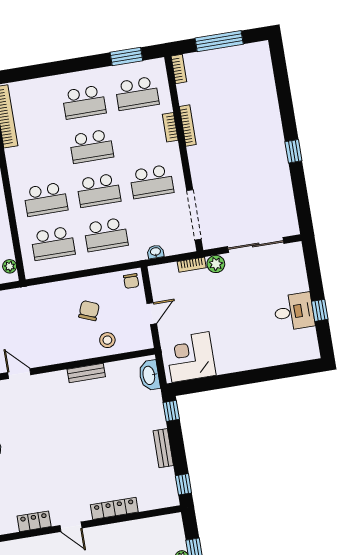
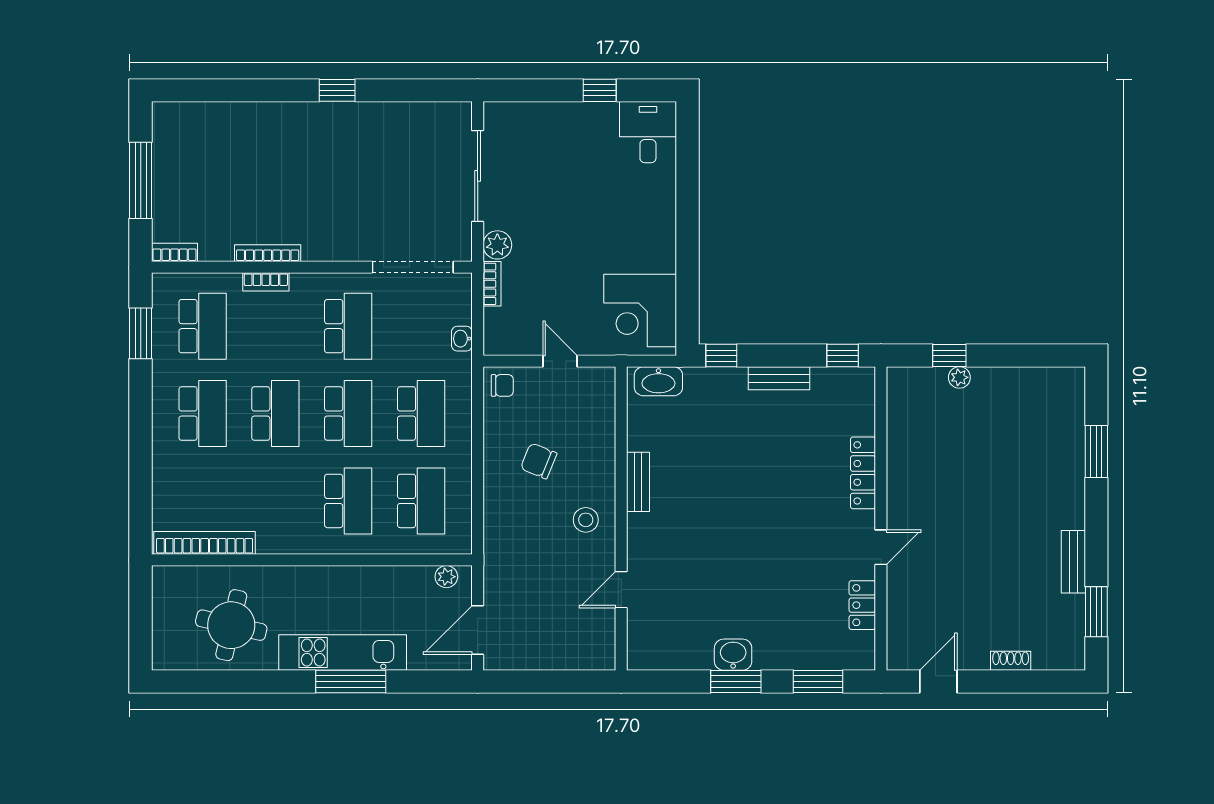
desk: (294, 312) -> (648, 132), moved
stool: (107, 340) -> (586, 520), moved

